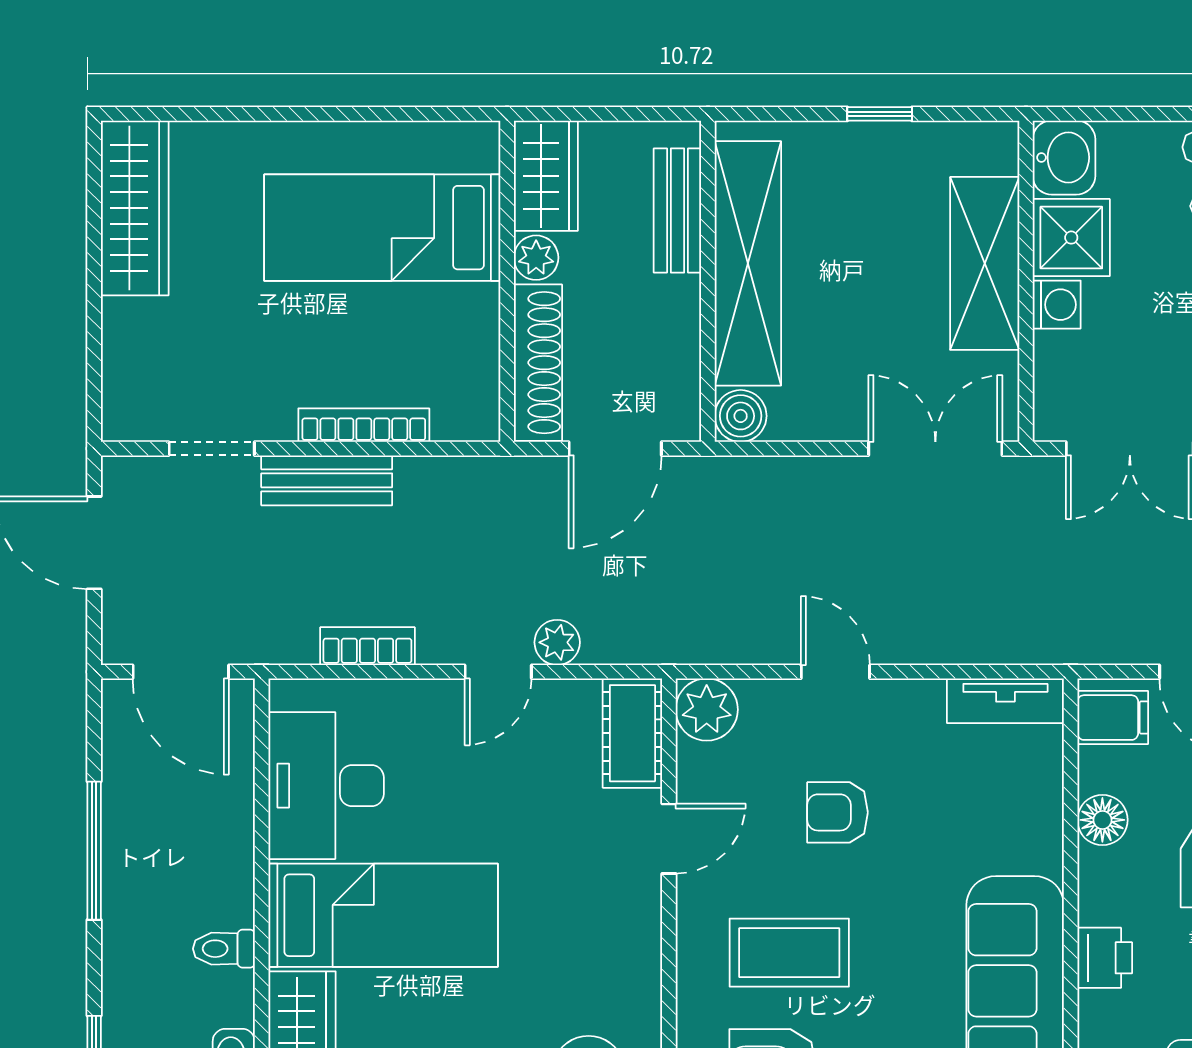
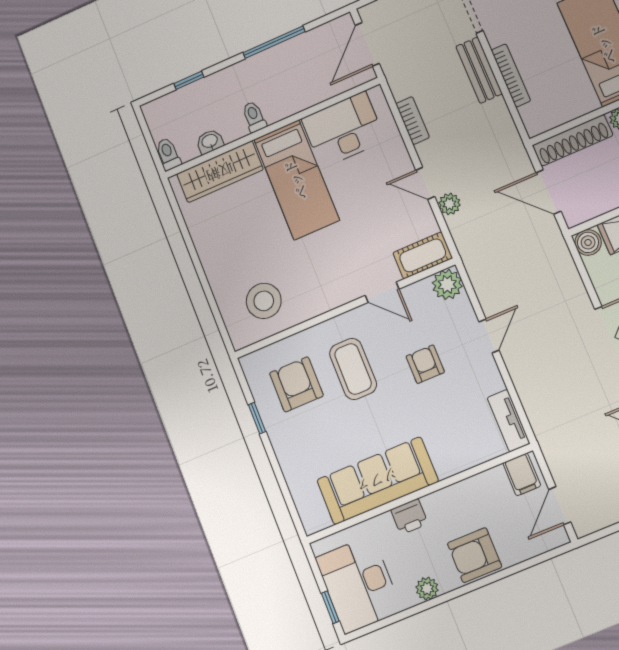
floor lamp: (1102, 820) -> (472, 489), removed

